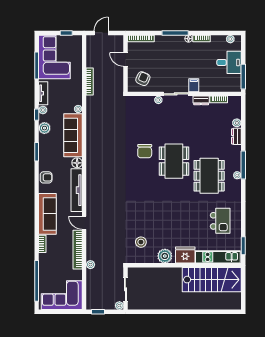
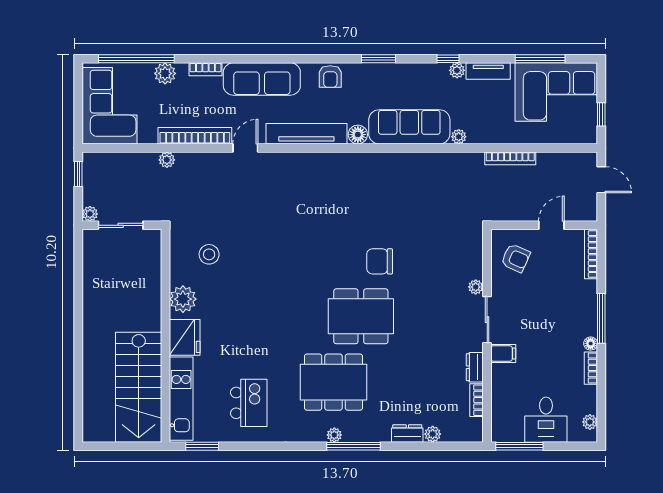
plant: (44, 128) -> (165, 73), moved
kitchen island: (220, 221) -> (249, 403), turned -90

